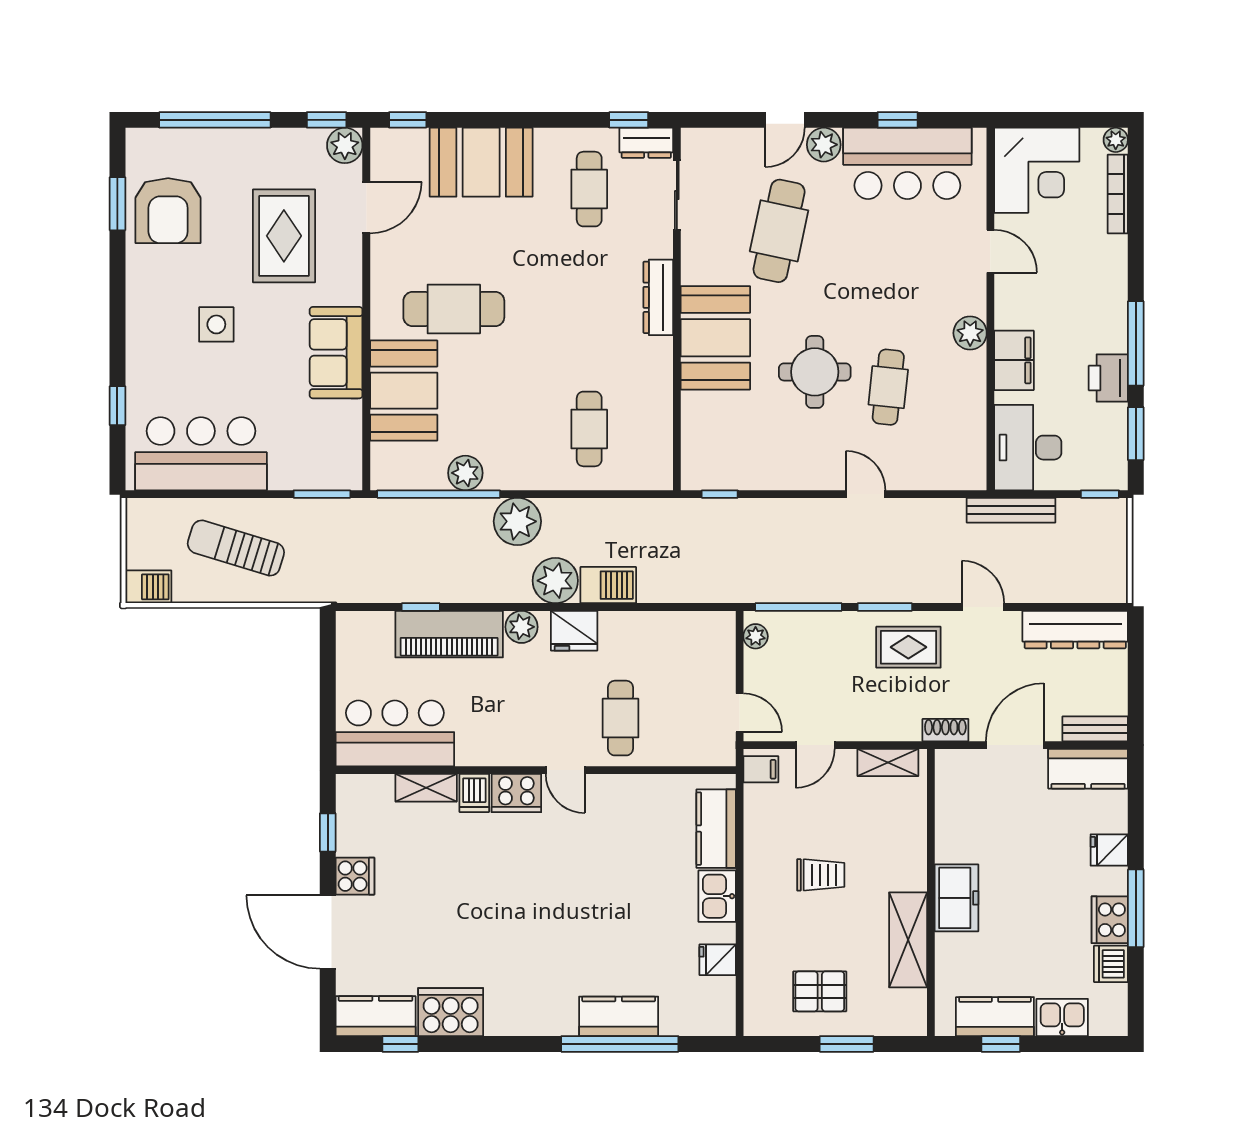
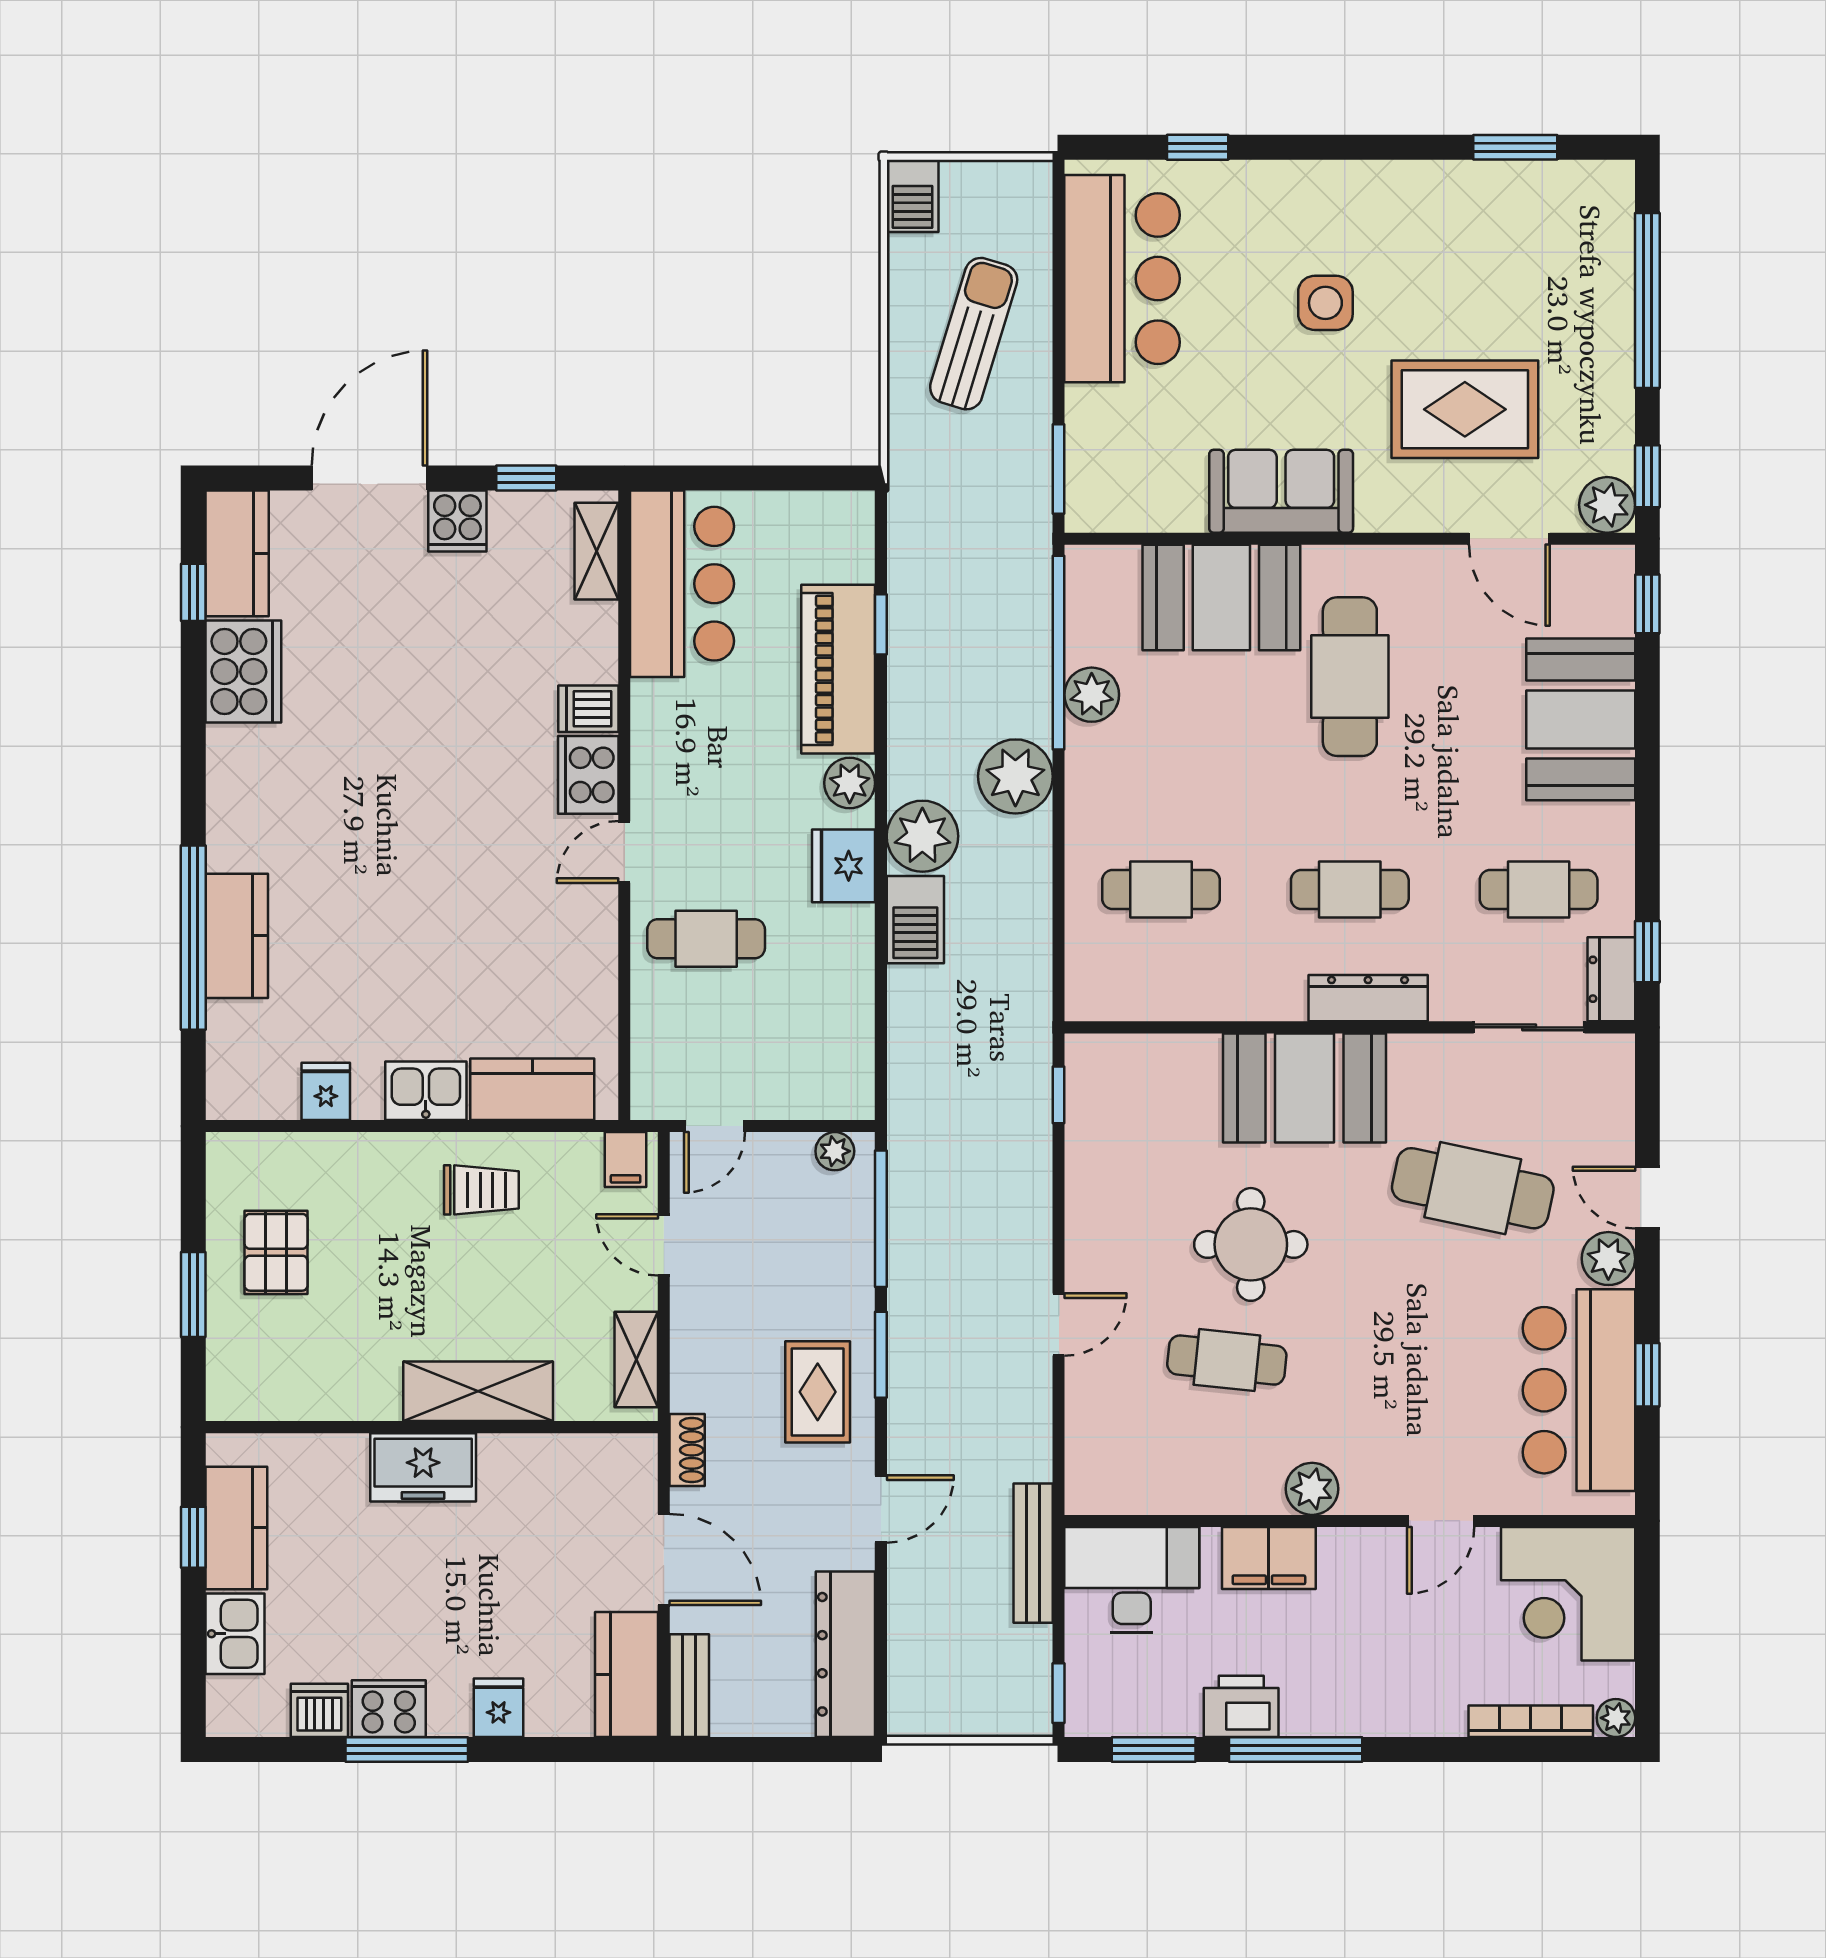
armchair: (168, 211) -> (1504, 227), removed
cafe table: (589, 309) -> (1350, 890), added
shelving: (426, 788) -> (596, 551), moved
trolley: (821, 875) -> (481, 1190), moved, turned -90
shelving: (908, 940) -> (478, 1391), moved

